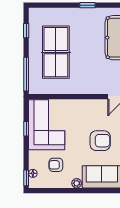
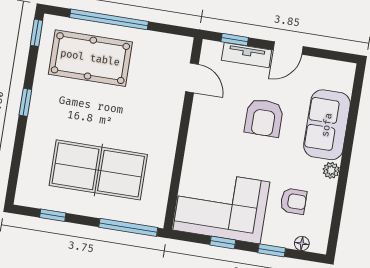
armchair: (100, 141) -> (264, 118), turned 180
armchair: (56, 165) -> (294, 201), turned -90
window: (26, 178) -> (272, 250), moved

